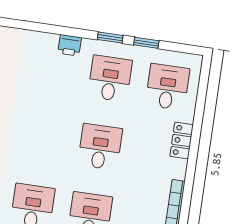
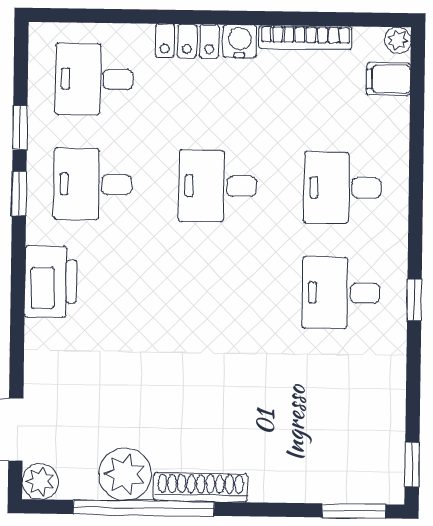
printer: (70, 45) -> (51, 281), width x1.87, depth x1.48
water cooler: (178, 169) -> (240, 41), added

